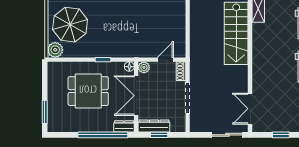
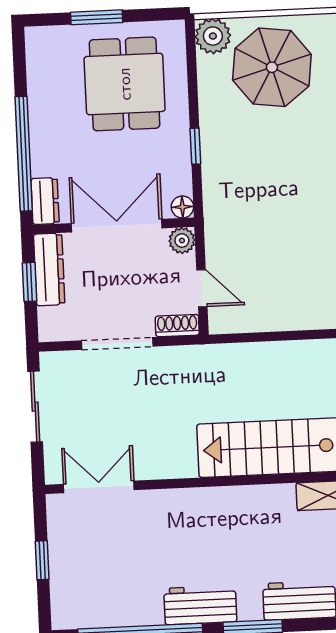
dining table: (88, 91) -> (125, 84), moved
window: (45, 112) -> (97, 17), moved
sliding door: (227, 135) -> (35, 407), moved

